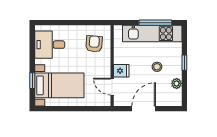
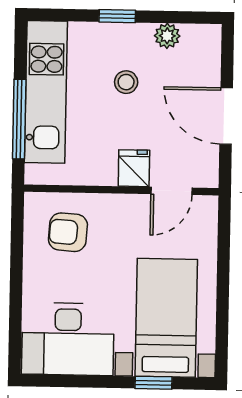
window: (155, 23) -> (19, 119), moved
desk: (50, 45) -> (68, 339), width x1.37

